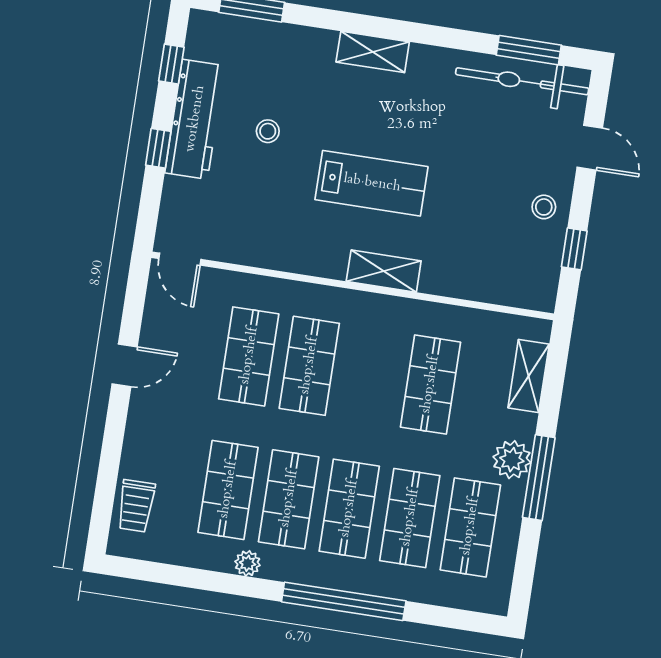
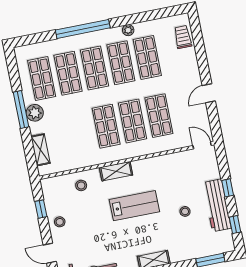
lab bench: (372, 183) -> (134, 206), turned 180
stool: (470, 268) -> (81, 185), added
shop shelf: (430, 385) -> (106, 126), moved

